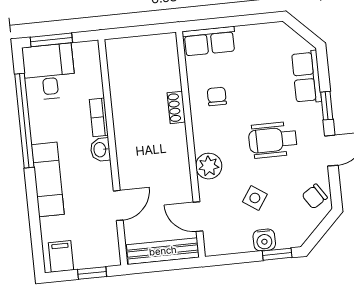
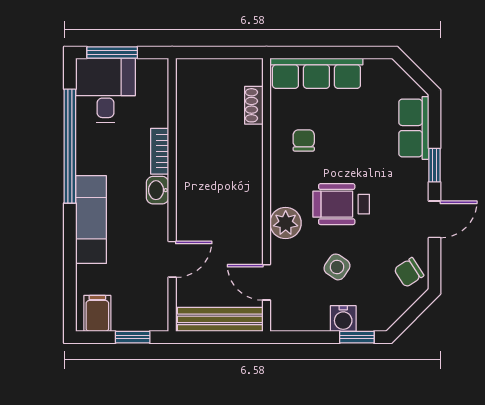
row of seats: (209, 41) -> (316, 73), width x1.48
shoe rack: (176, 107) -> (254, 105), moved
wheelchair: (273, 140) -> (341, 204), moved

